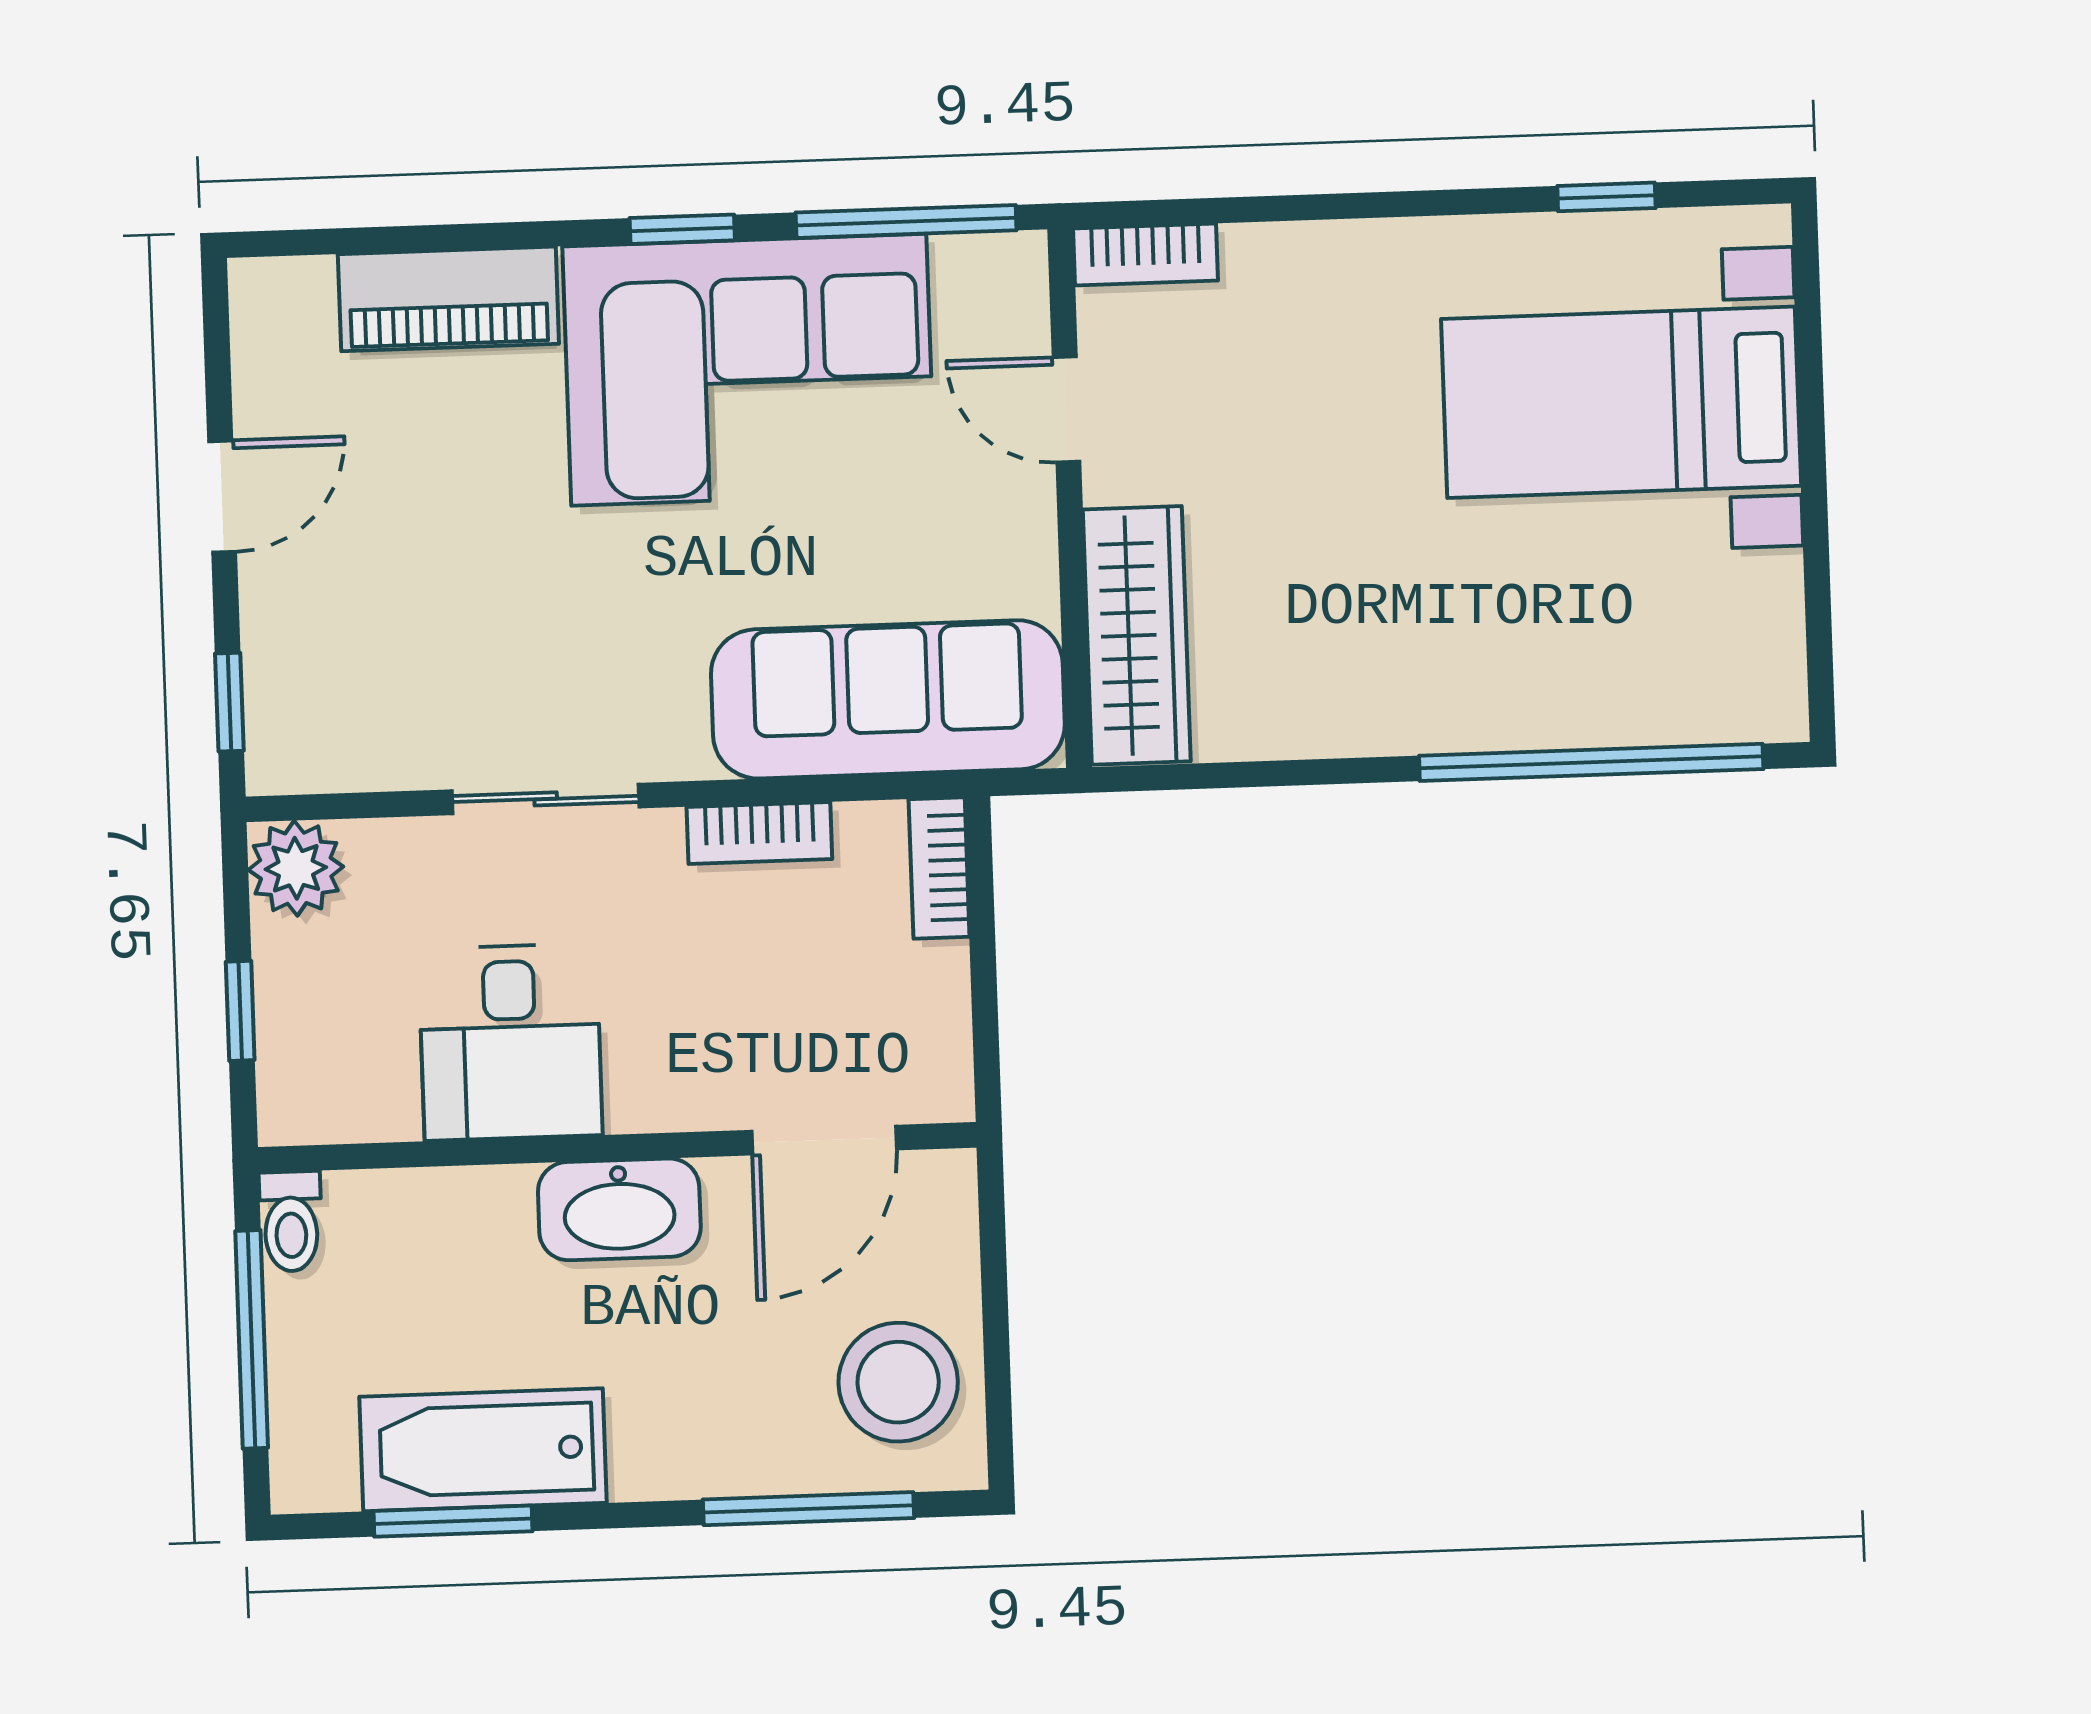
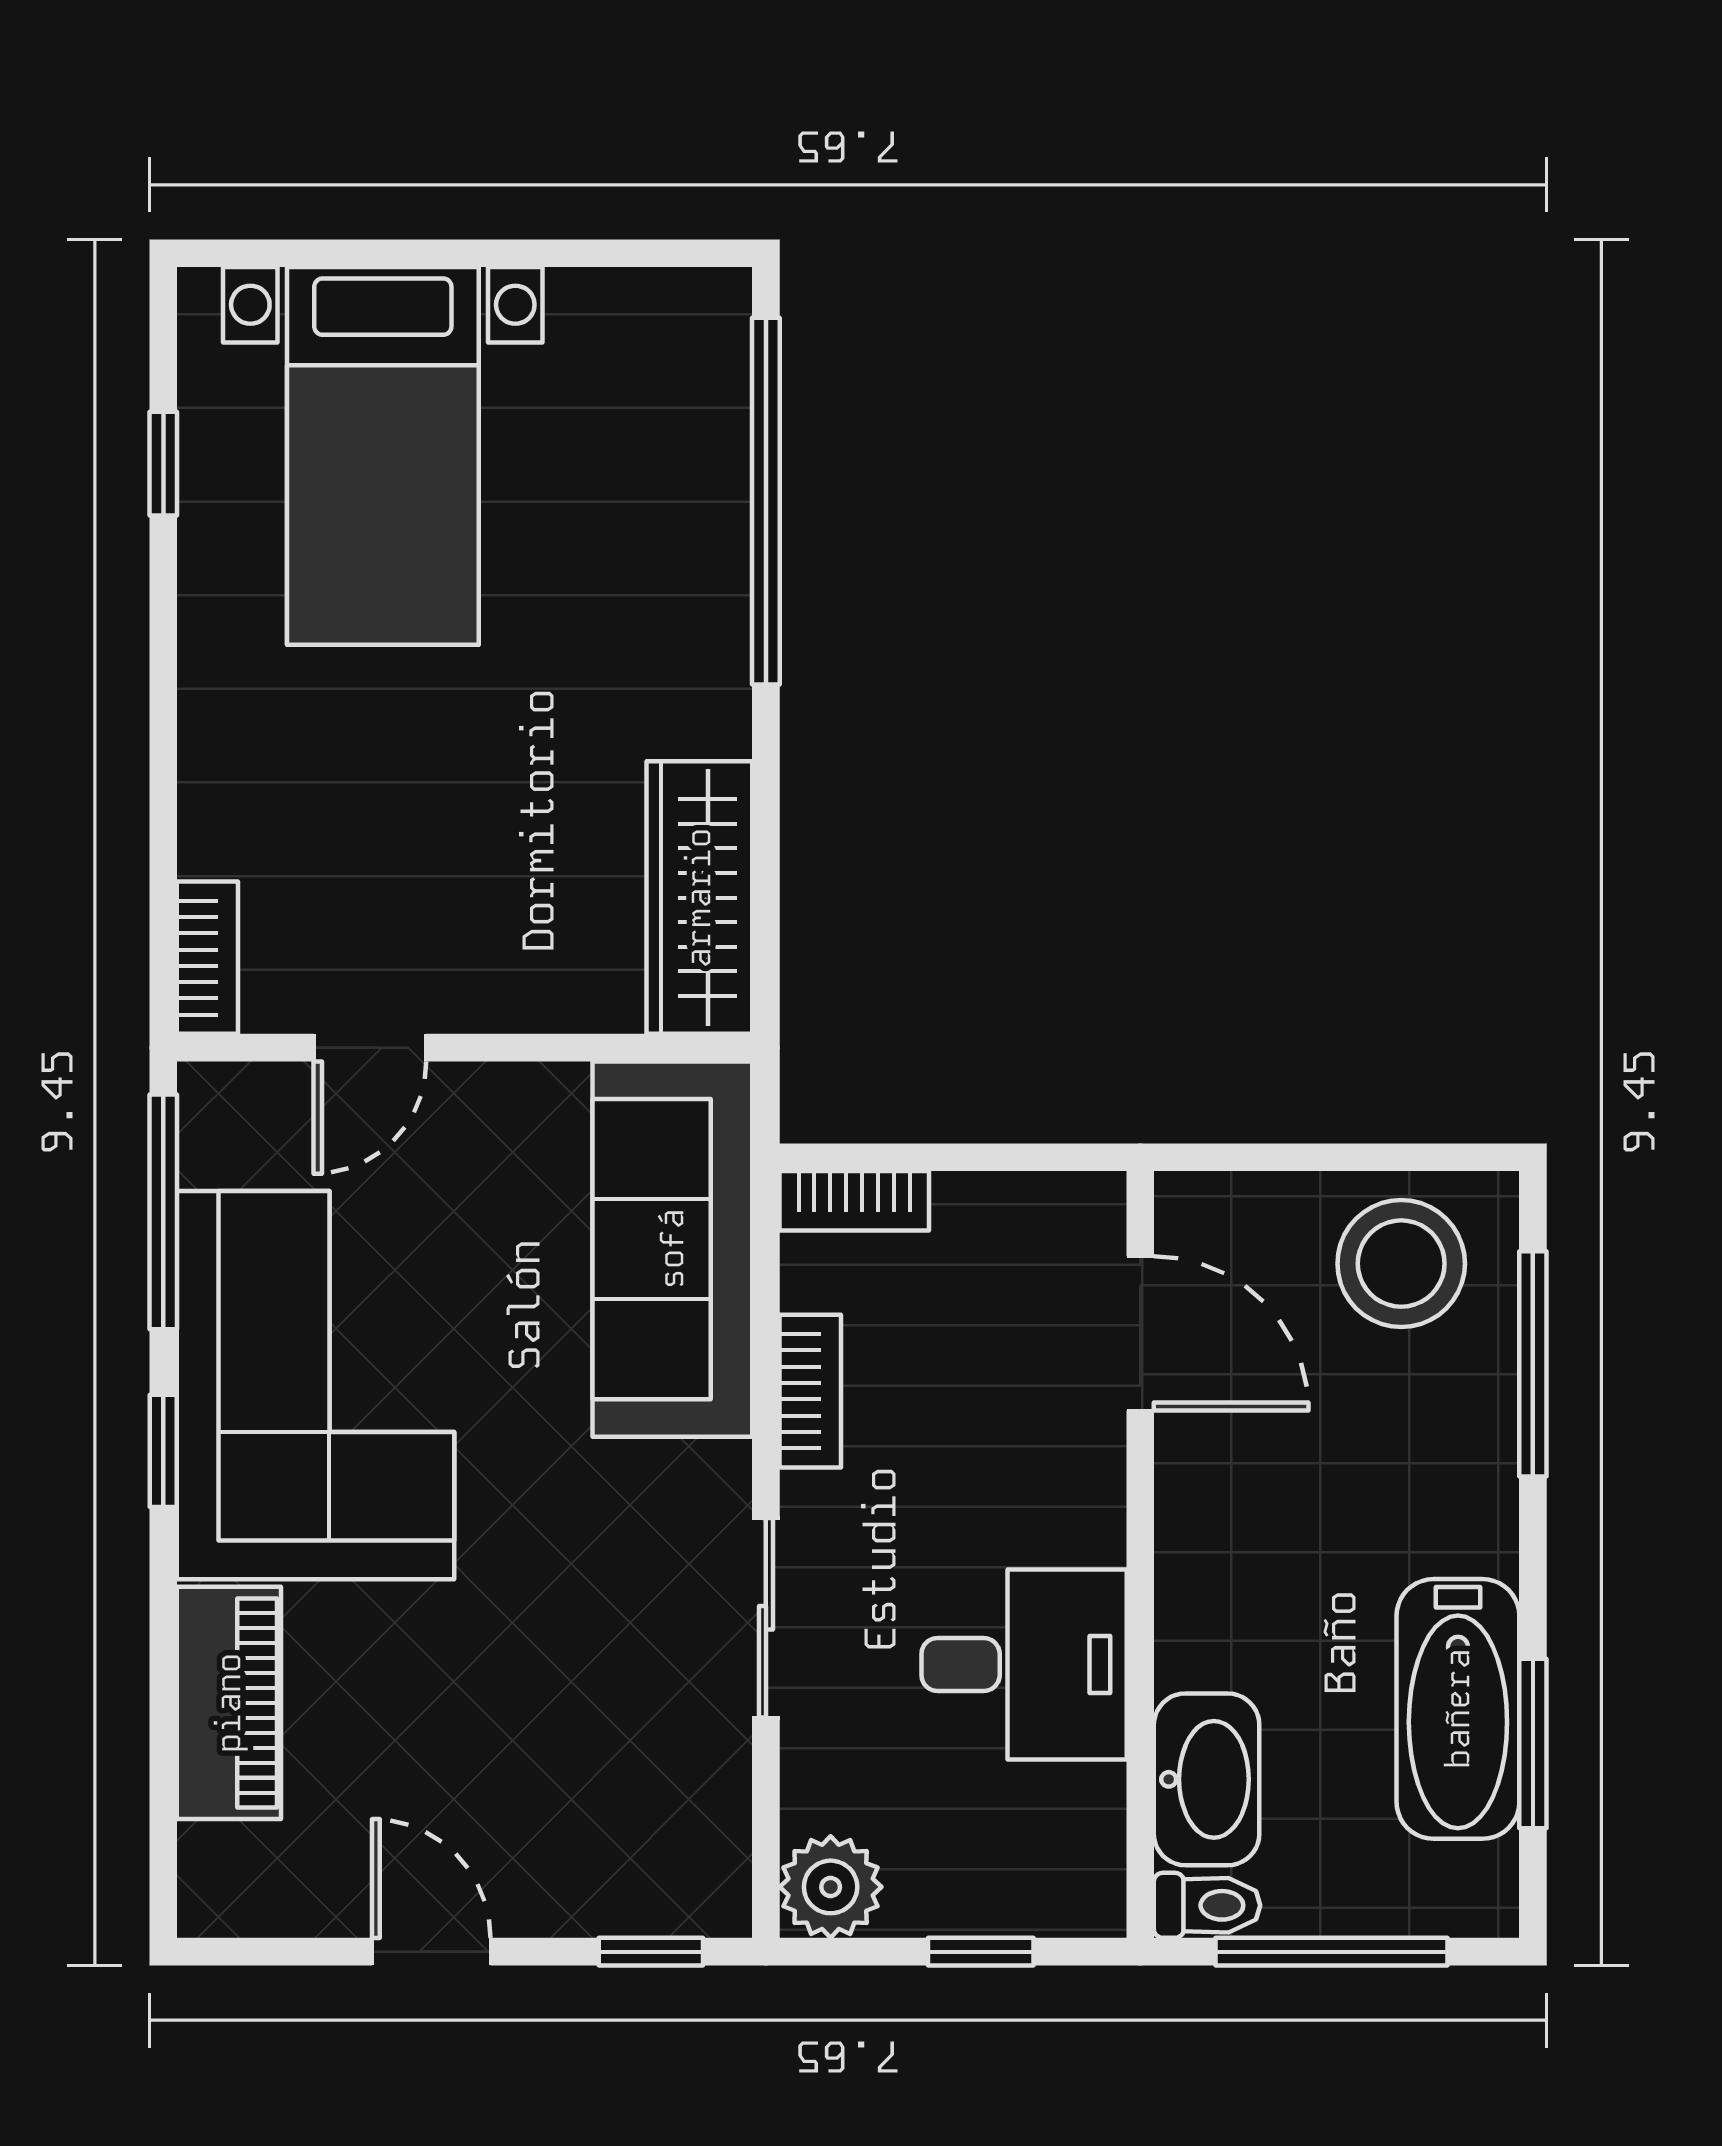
wardrobe: (1137, 635) -> (699, 898), moved, turned -90
washbasin: (619, 1209) -> (1207, 1779), moved

